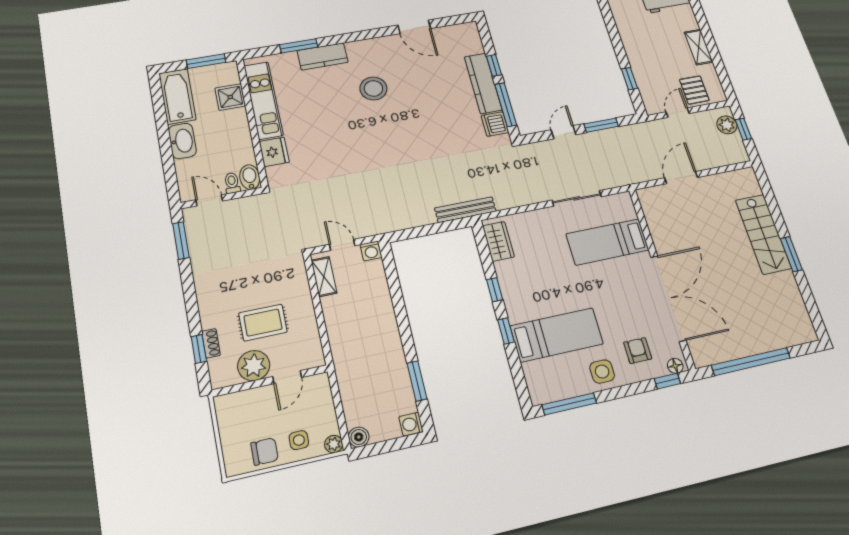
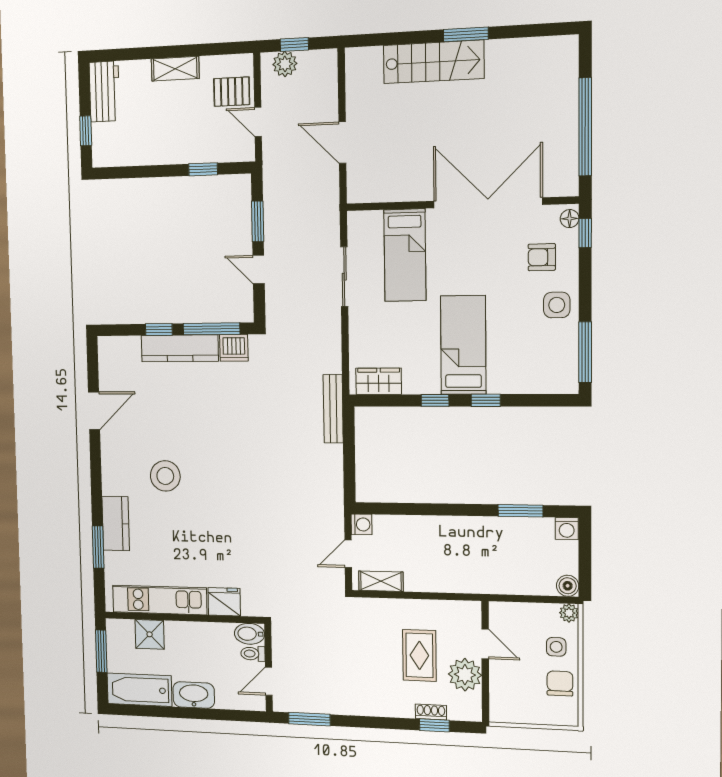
bed: (557, 335) -> (463, 345), moved

